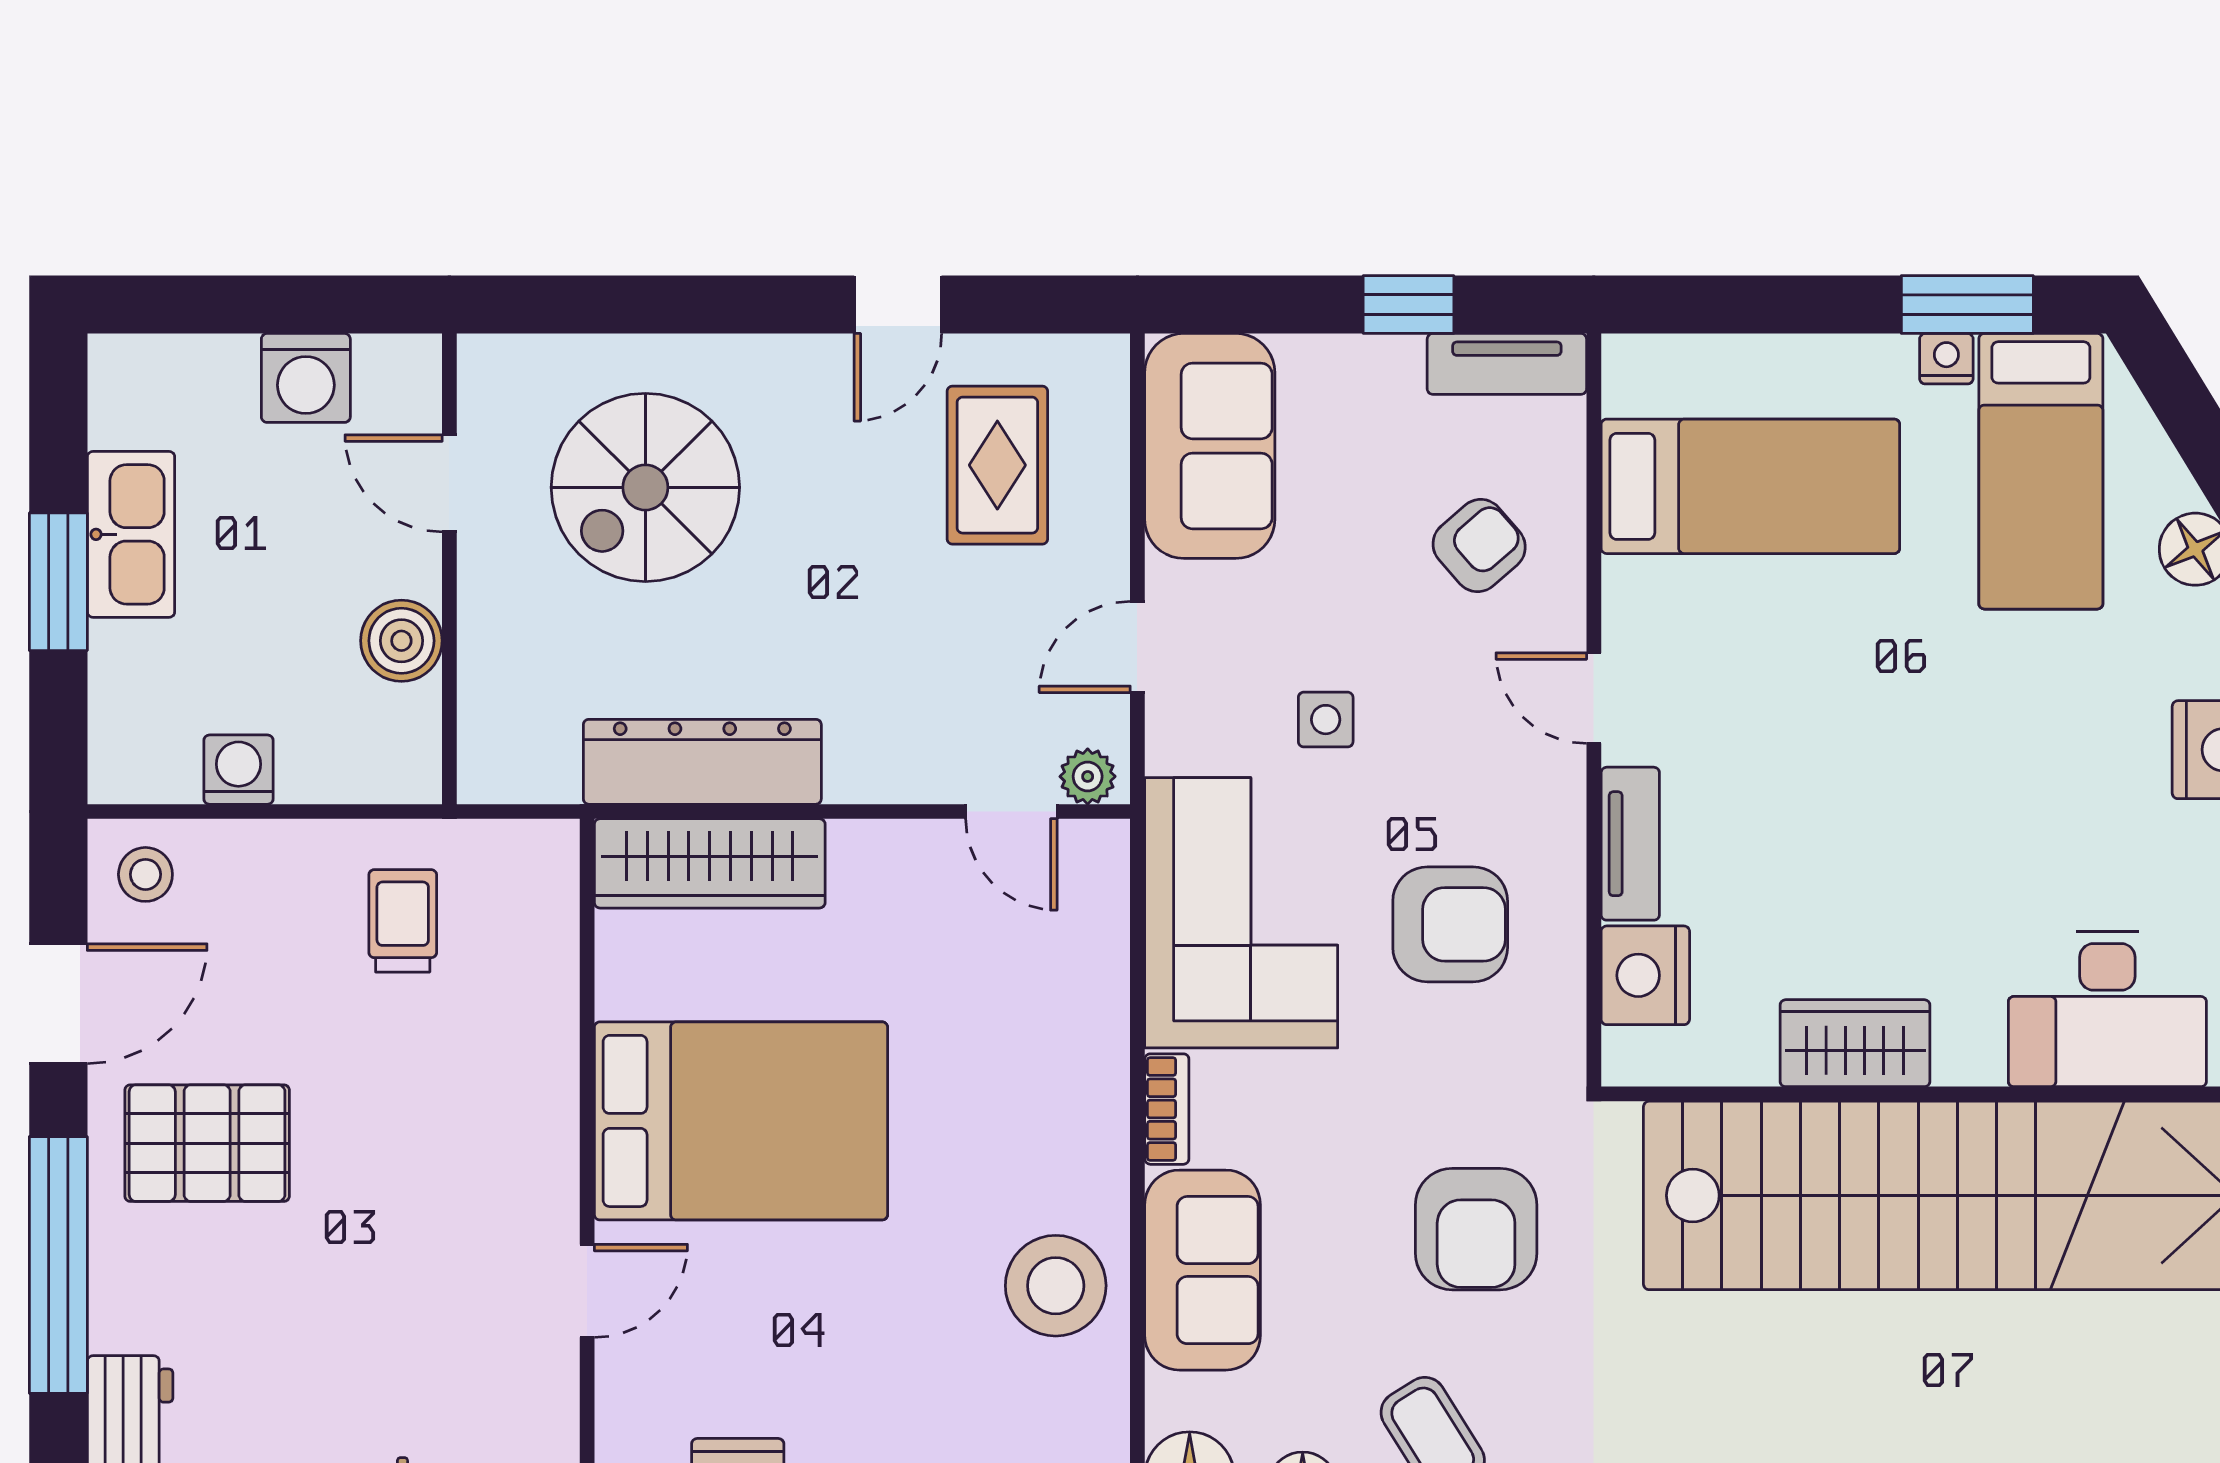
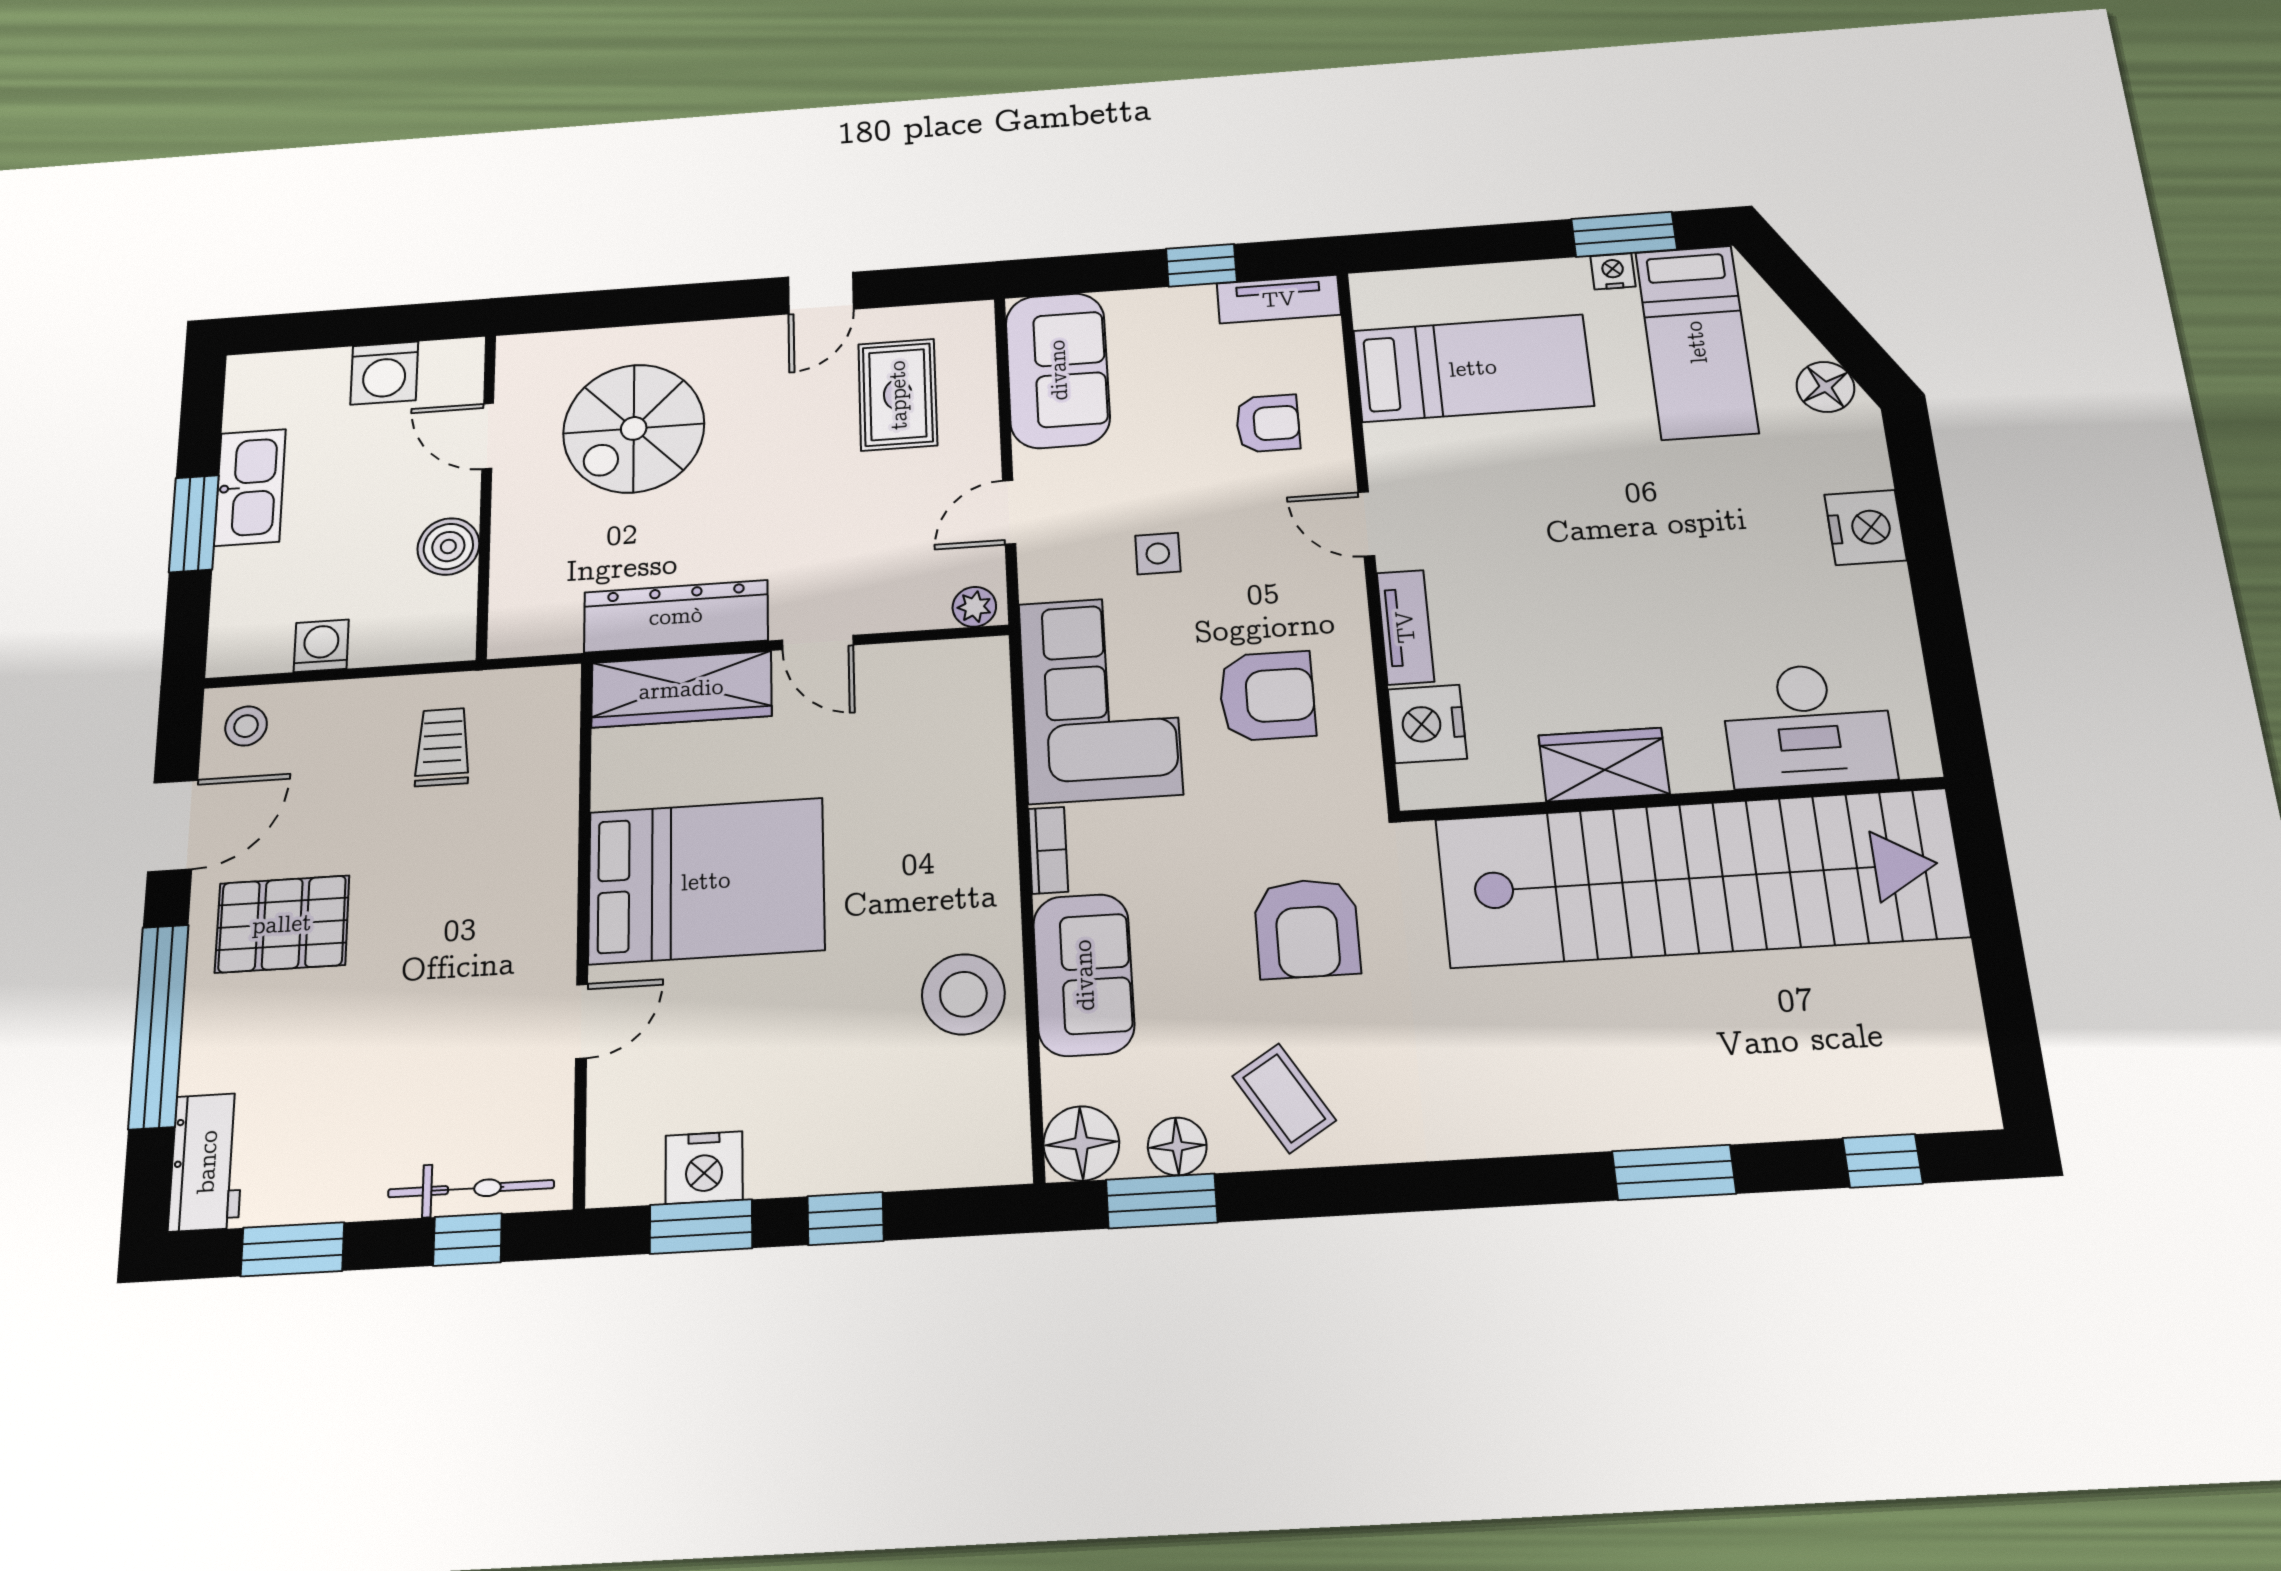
armchair: (1479, 546) -> (1268, 423), turned 41
door: (1011, 812) -> (818, 643), moved

